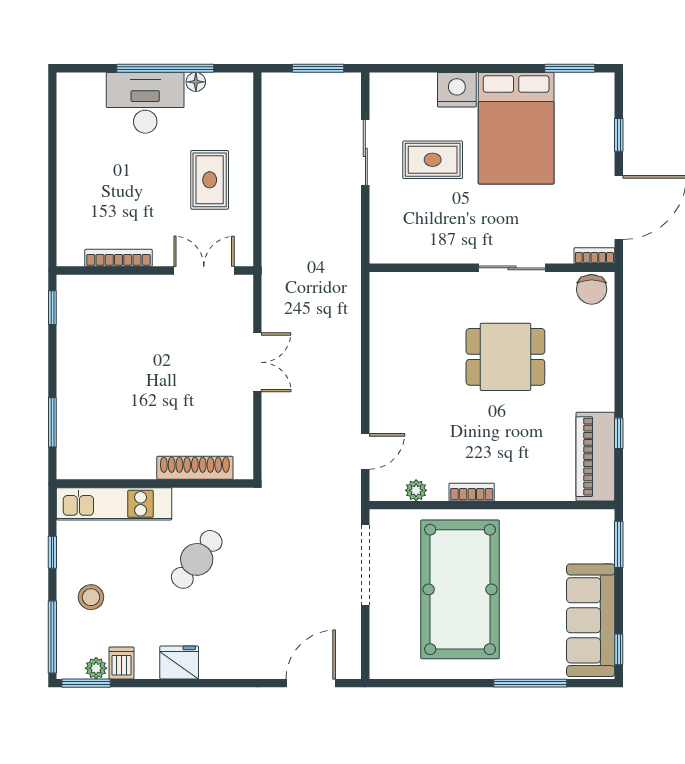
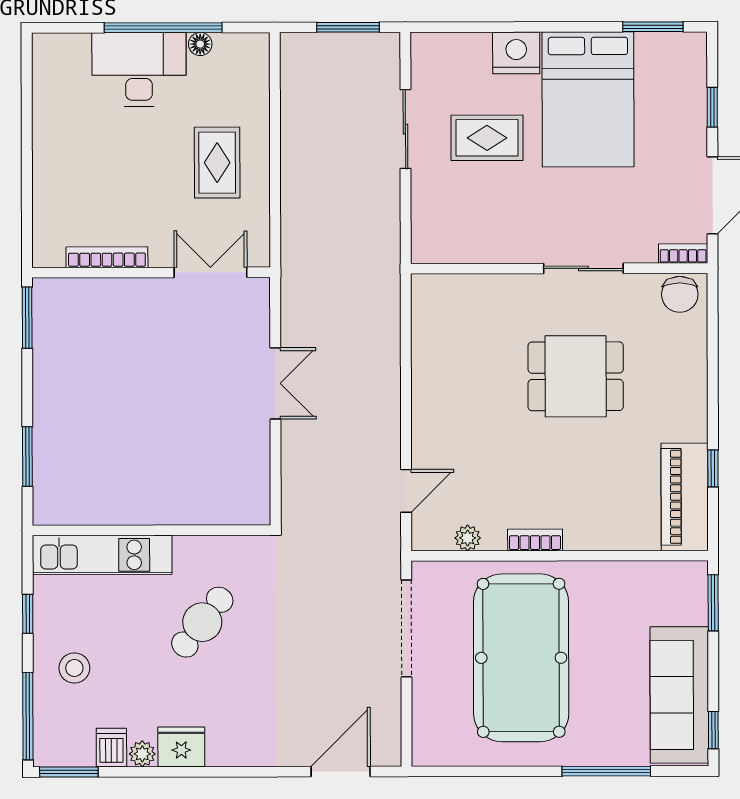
window: (52, 308) -> (27, 318), width x1.50
shoe rack: (195, 468) -> (200, 511), removed
plant: (96, 668) -> (142, 754), moved

